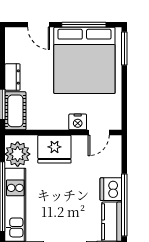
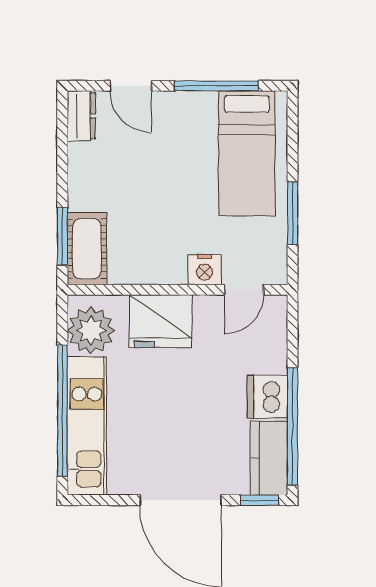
window: (124, 49) -> (293, 213), moved
bed: (84, 60) -> (247, 153), width x0.49
dresser: (12, 77) -> (81, 116), moved

